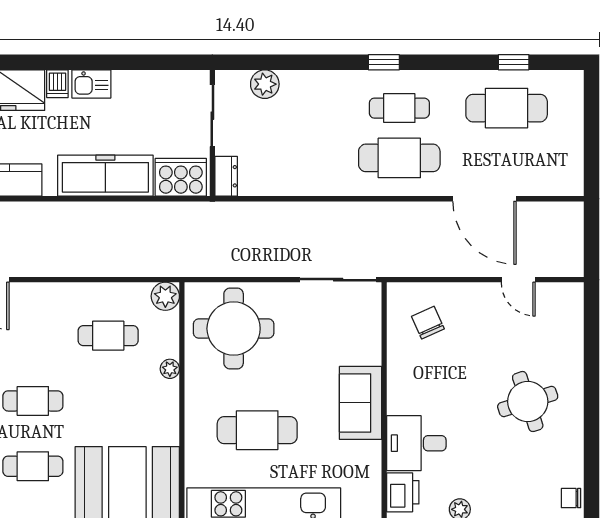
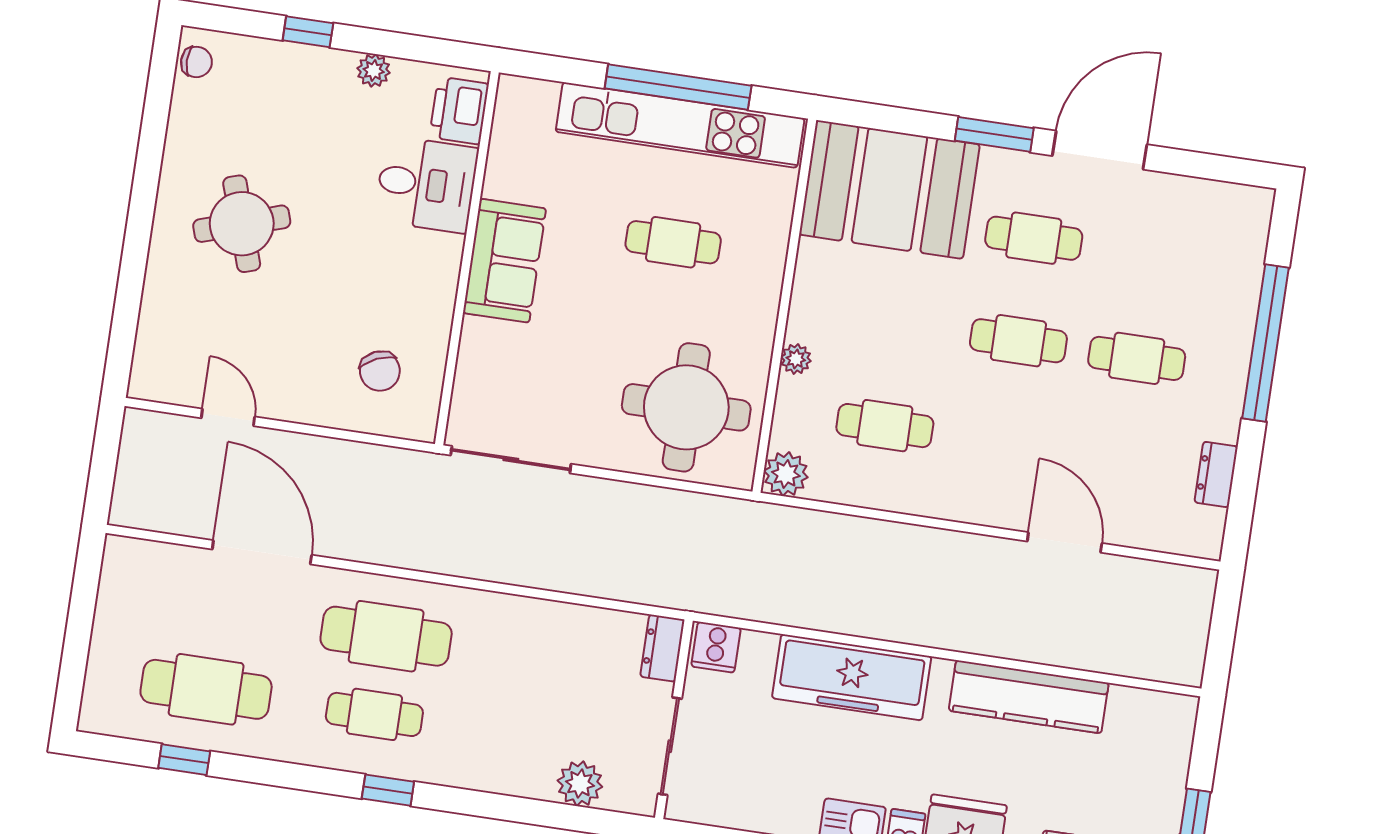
cooker: (181, 177) -> (716, 647), width x0.53, depth x0.76
cafe table: (257, 430) -> (673, 242), width x0.73, depth x0.74

